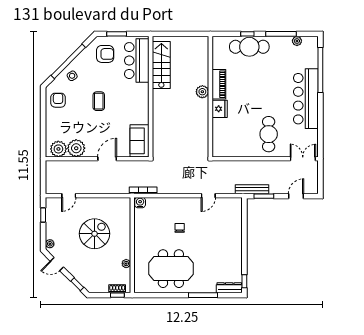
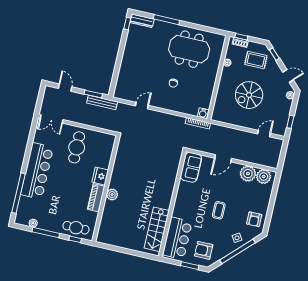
cafe table: (249, 47) -> (76, 228), width x0.73, depth x0.74
piano: (219, 84) -> (96, 198), moved
plant: (202, 92) -> (112, 195), moved
wall: (210, 97) -> (106, 189), moved
fridge: (220, 109) -> (100, 176), moved
door: (296, 196) -> (65, 88), swing flipped
rug: (96, 273) -> (256, 60), added

